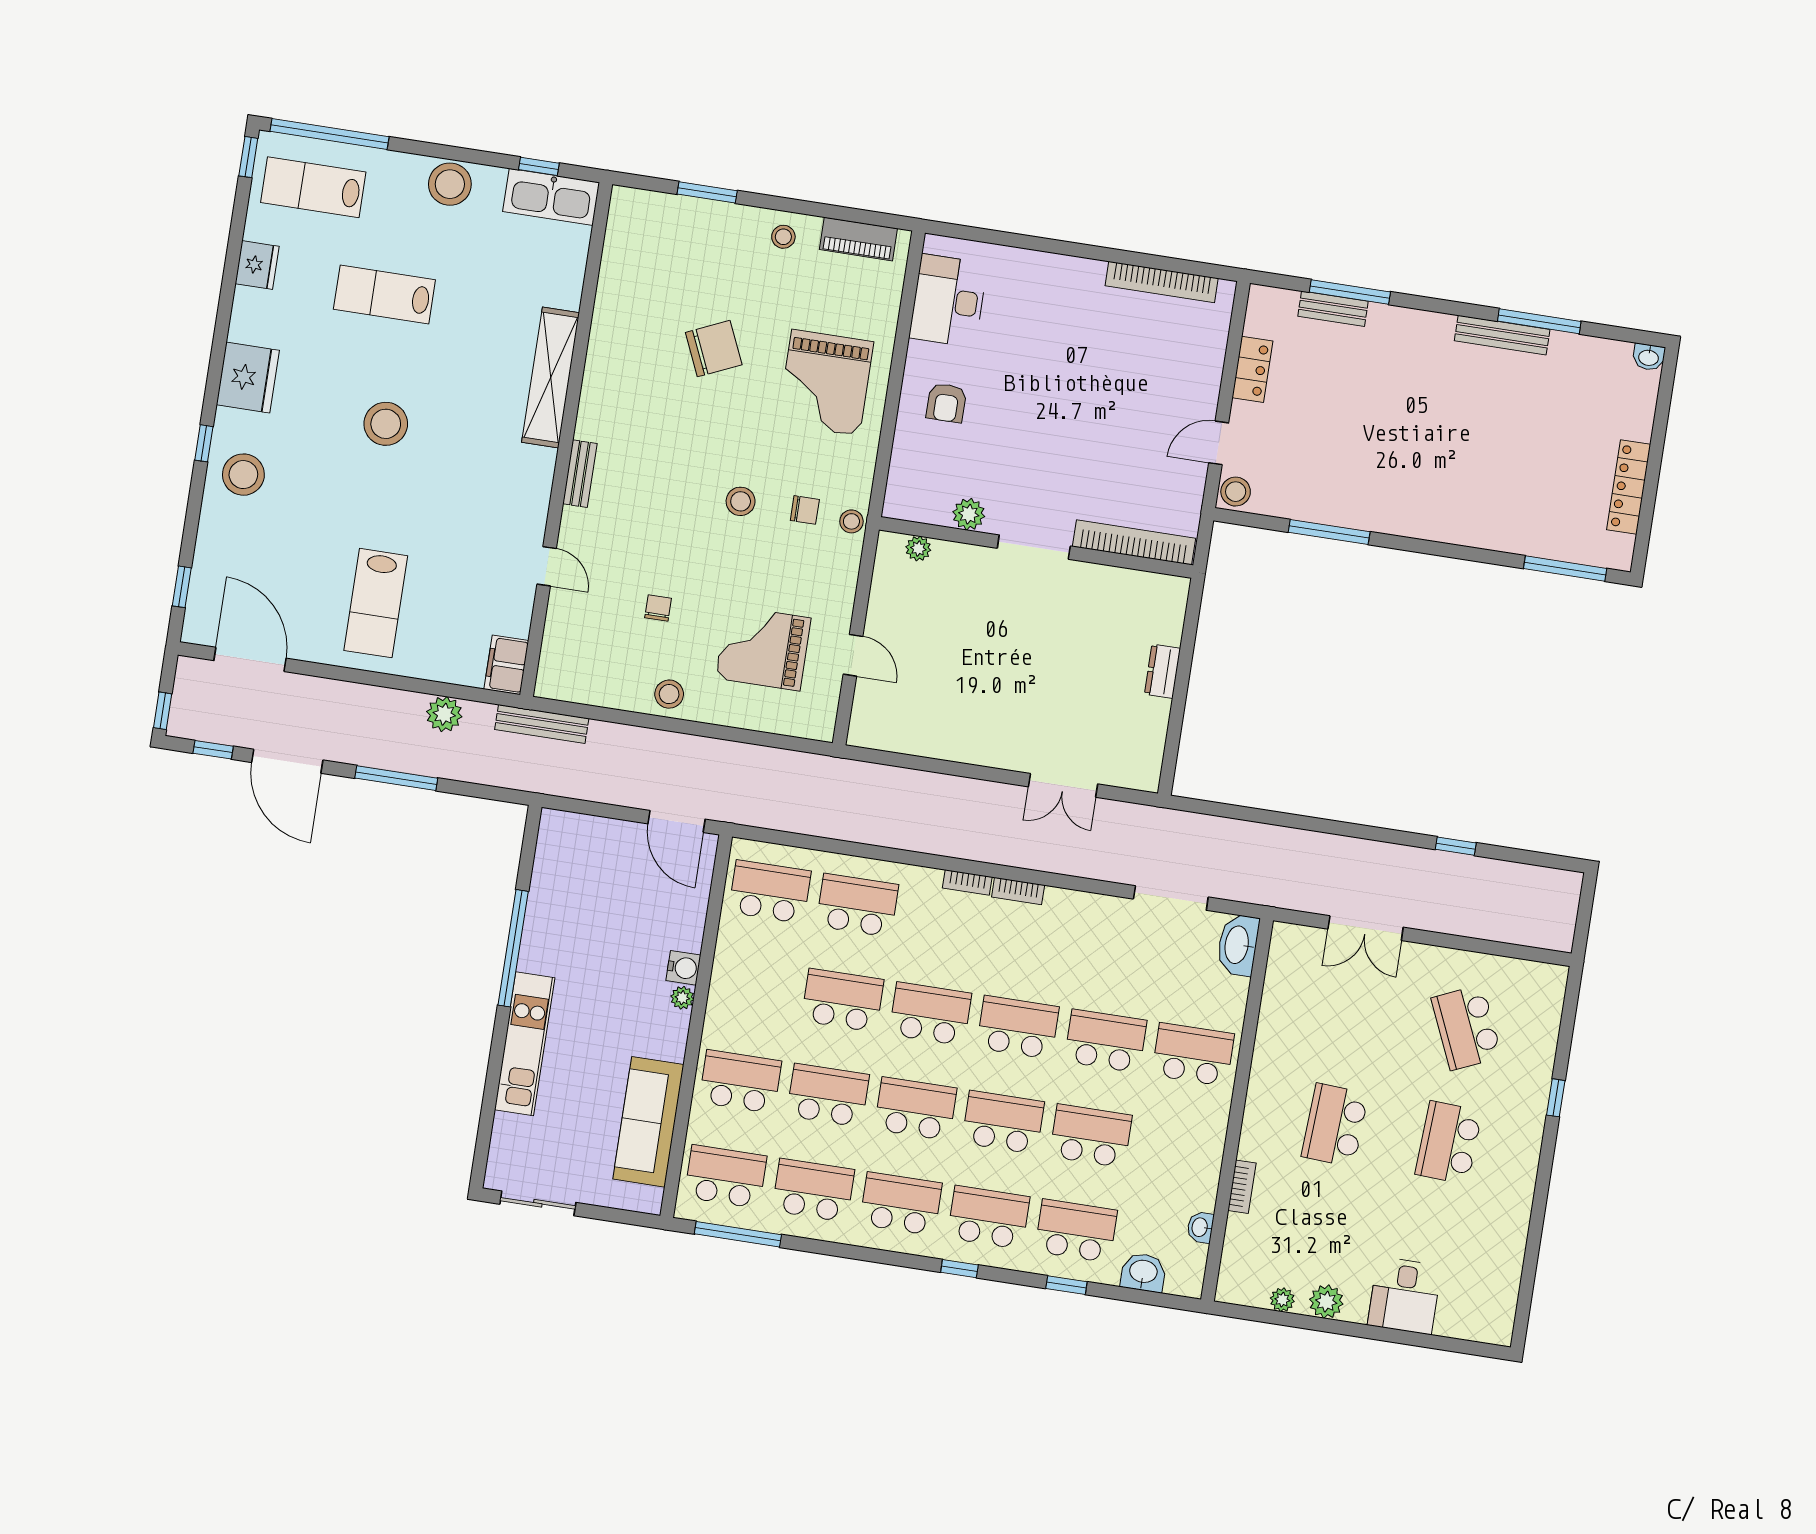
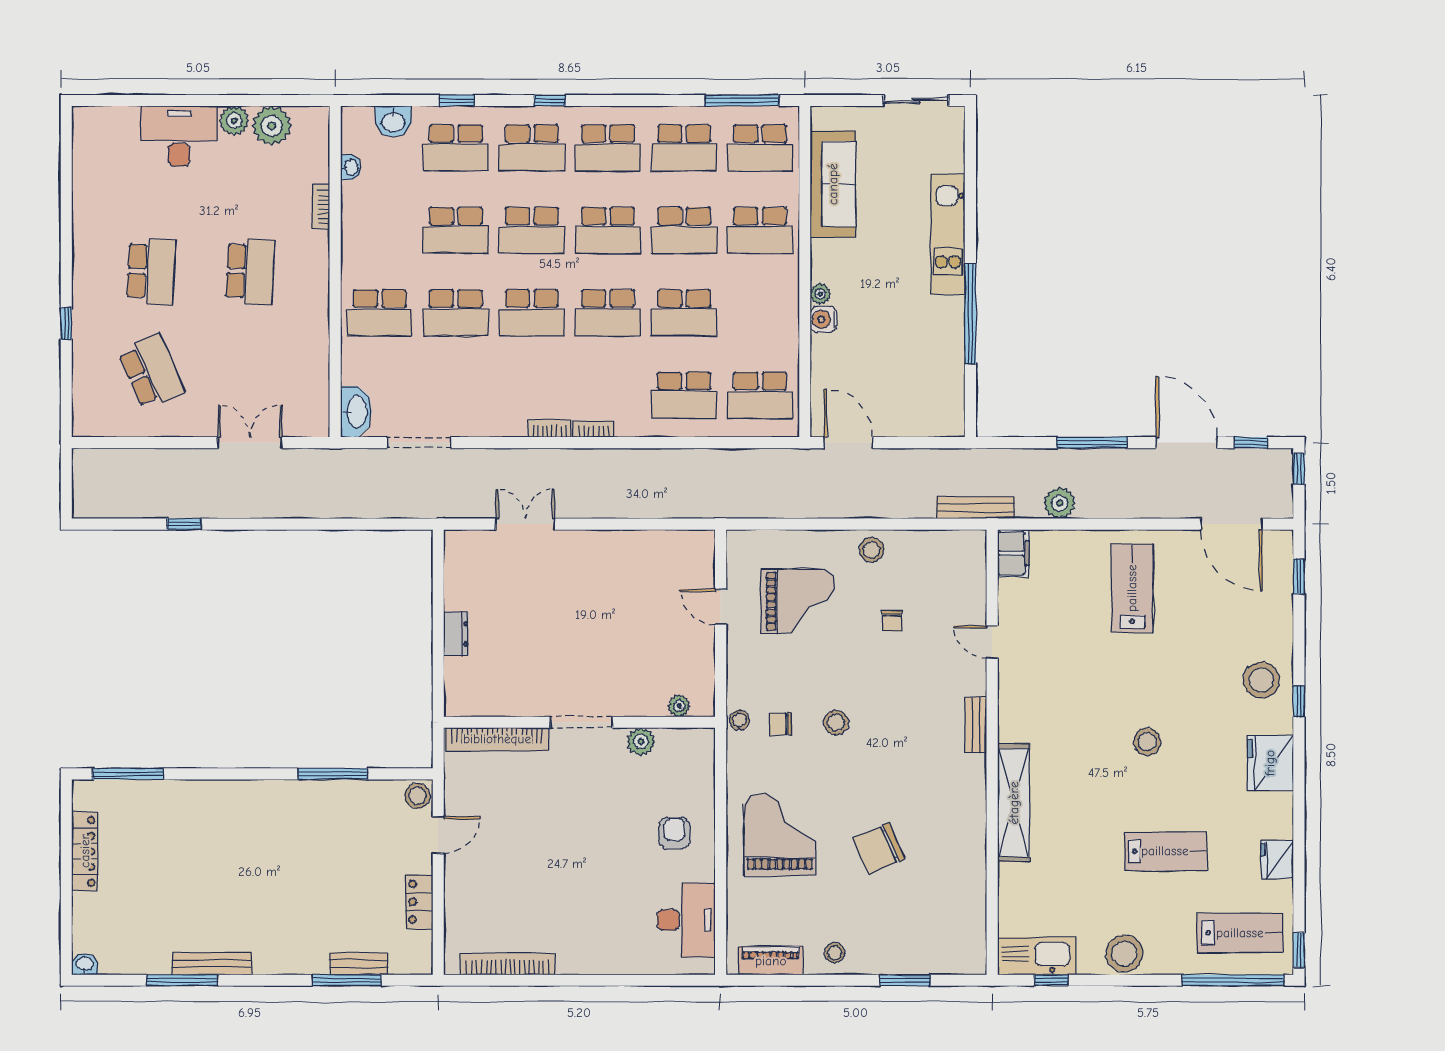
stool: (386, 424) -> (1147, 742), width x0.73, depth x0.73
desk: (1404, 1296) -> (179, 136), width x1.37
plant: (1282, 1300) -> (272, 126), width x1.88, depth x1.88

